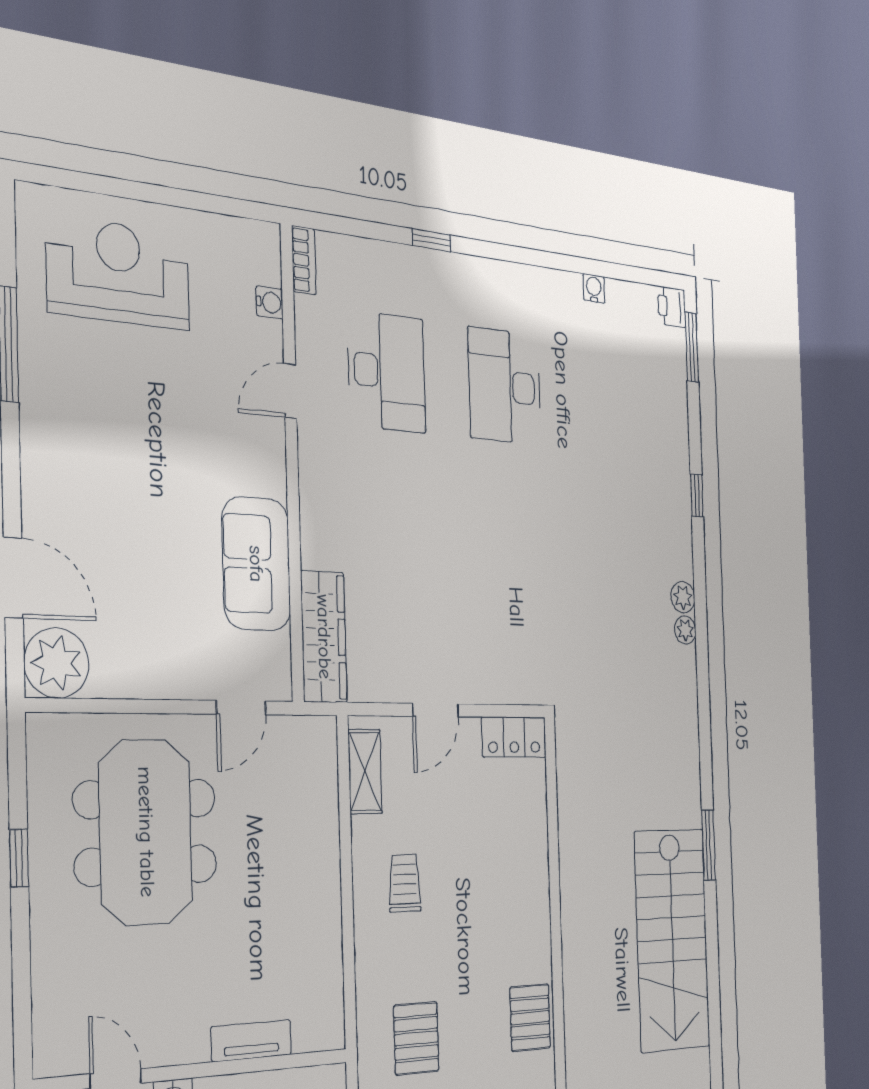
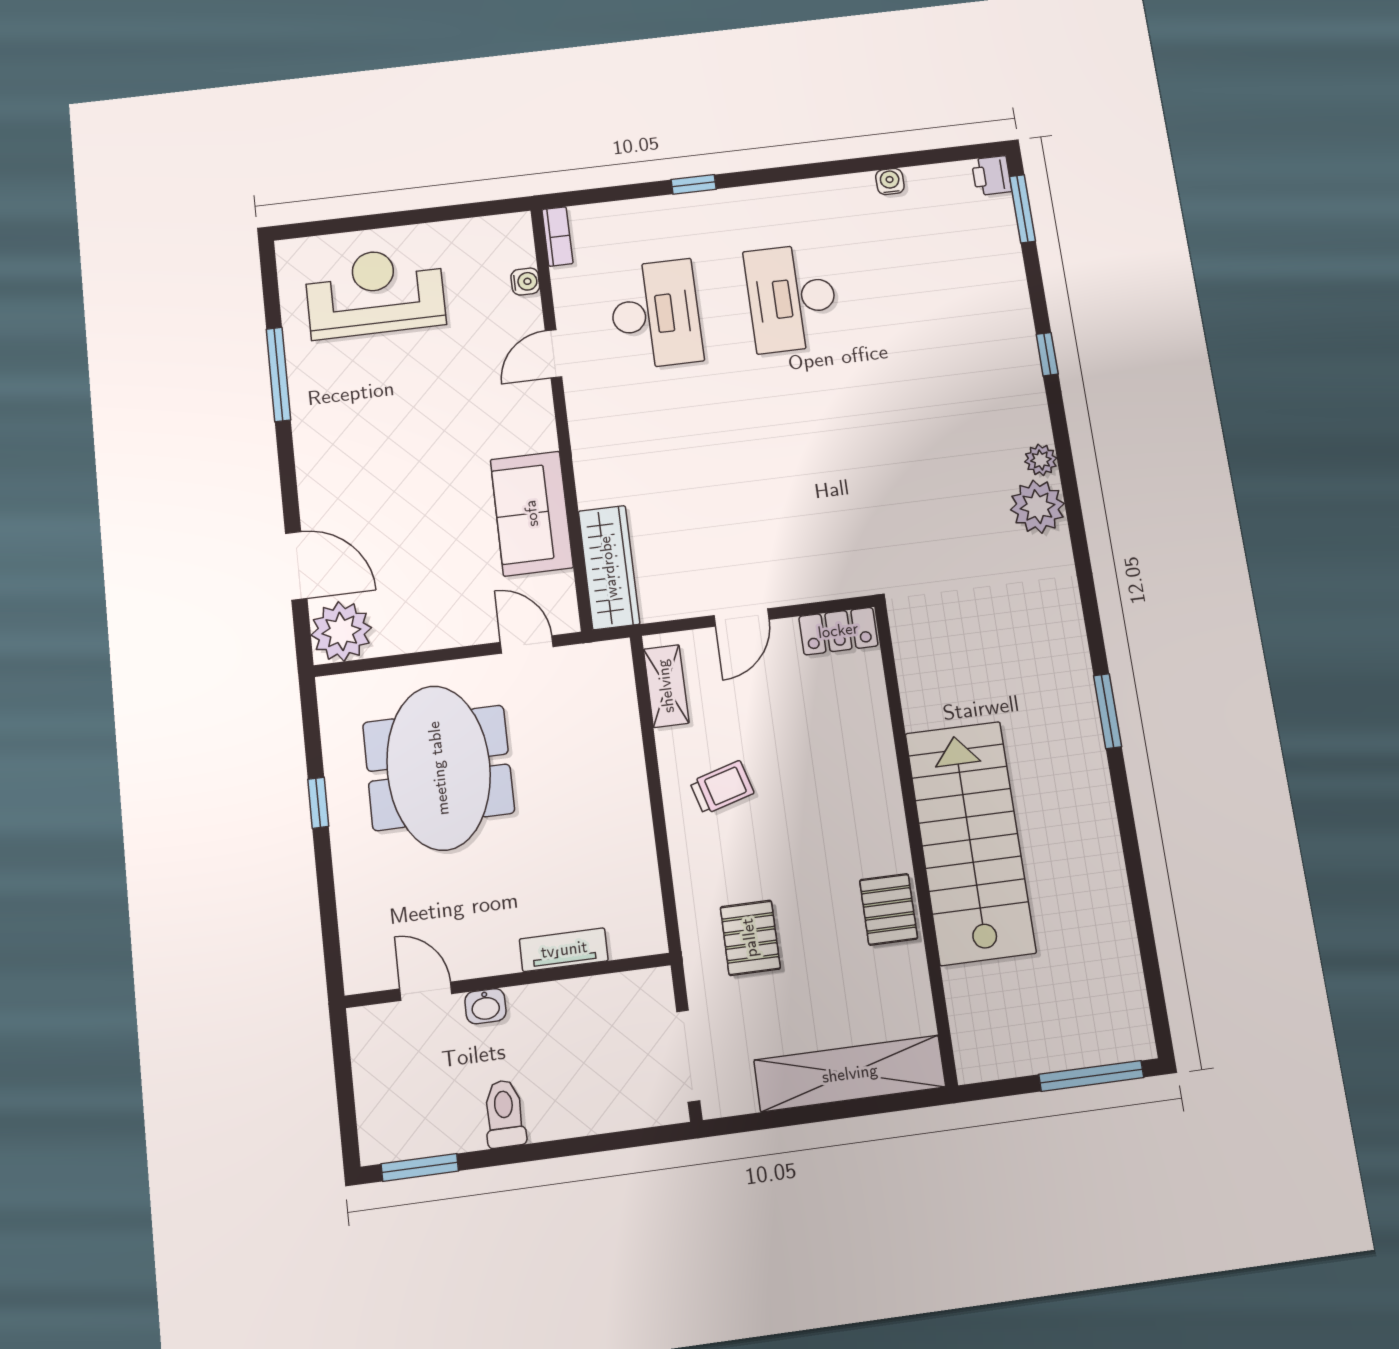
plant: (685, 630) -> (1037, 507), width x1.87, depth x1.87
door: (241, 708) -> (527, 644), swing flipped
trolley: (405, 883) -> (722, 788), turned 74
stairs: (672, 940) -> (970, 842), moved, turned 180

